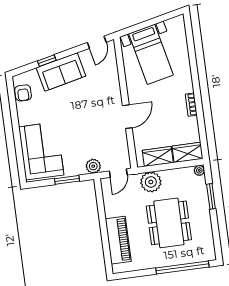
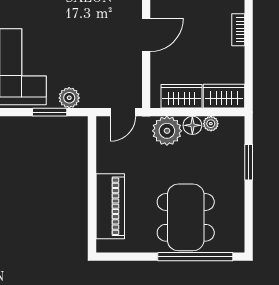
plant: (93, 166) -> (69, 98), moved
plant: (199, 170) -> (211, 124), moved
floor lamp: (168, 176) -> (192, 125), added
dining table: (169, 223) -> (186, 217), moved

